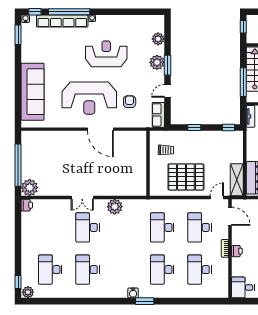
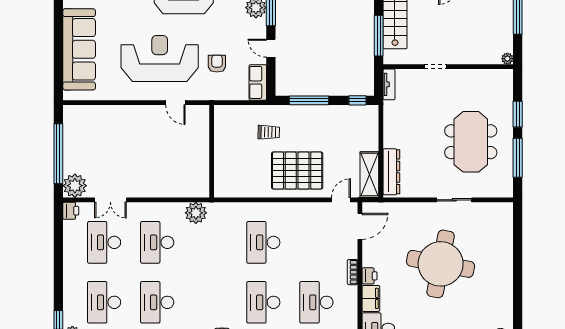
door: (167, 91) -> (271, 48), hinge flipped
reception desk: (89, 98) -> (160, 58), turned 180
window: (194, 128) -> (309, 100), width x2.17
door: (100, 129) -> (175, 103), width x0.53
wall: (148, 163) -> (212, 151), moved
double door: (82, 198) -> (110, 200), moved
door: (230, 216) -> (360, 226), hinge flipped
desk: (200, 227) -> (104, 242), moved
filing cabinet: (238, 267) -> (371, 298), added

